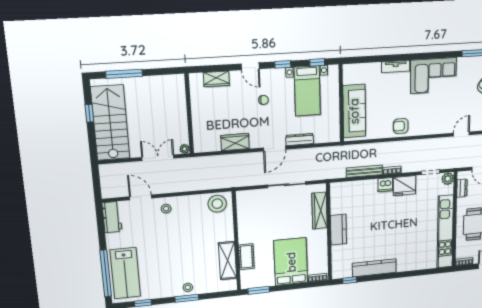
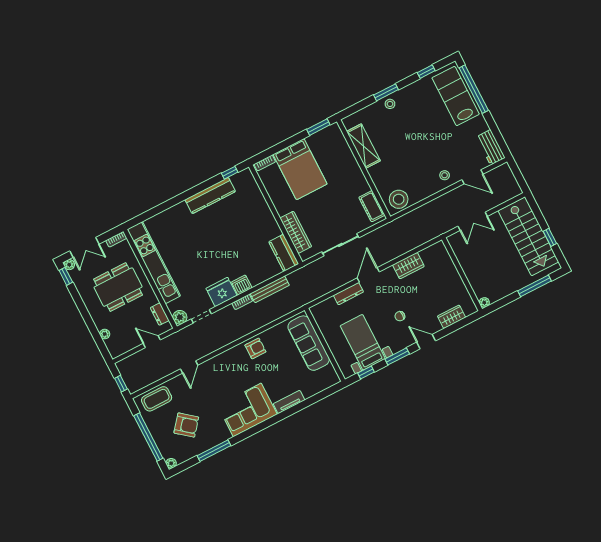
window: (283, 64) -> (397, 356), width x1.50
plant: (185, 149) -> (484, 302), moved
kitchen counter: (338, 230) -> (284, 253), moved
cot: (246, 257) -> (372, 206), moved

